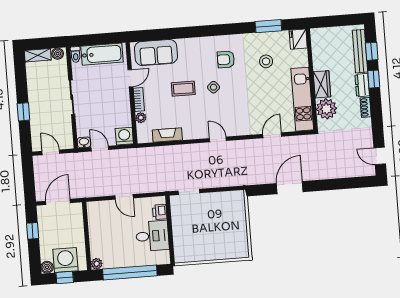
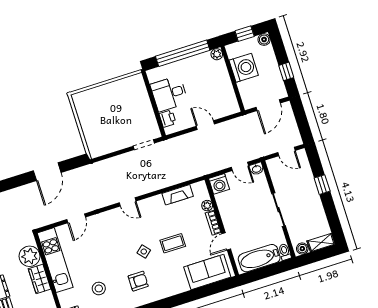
washing machine: (65, 260) -> (244, 68), moved, turned -90

